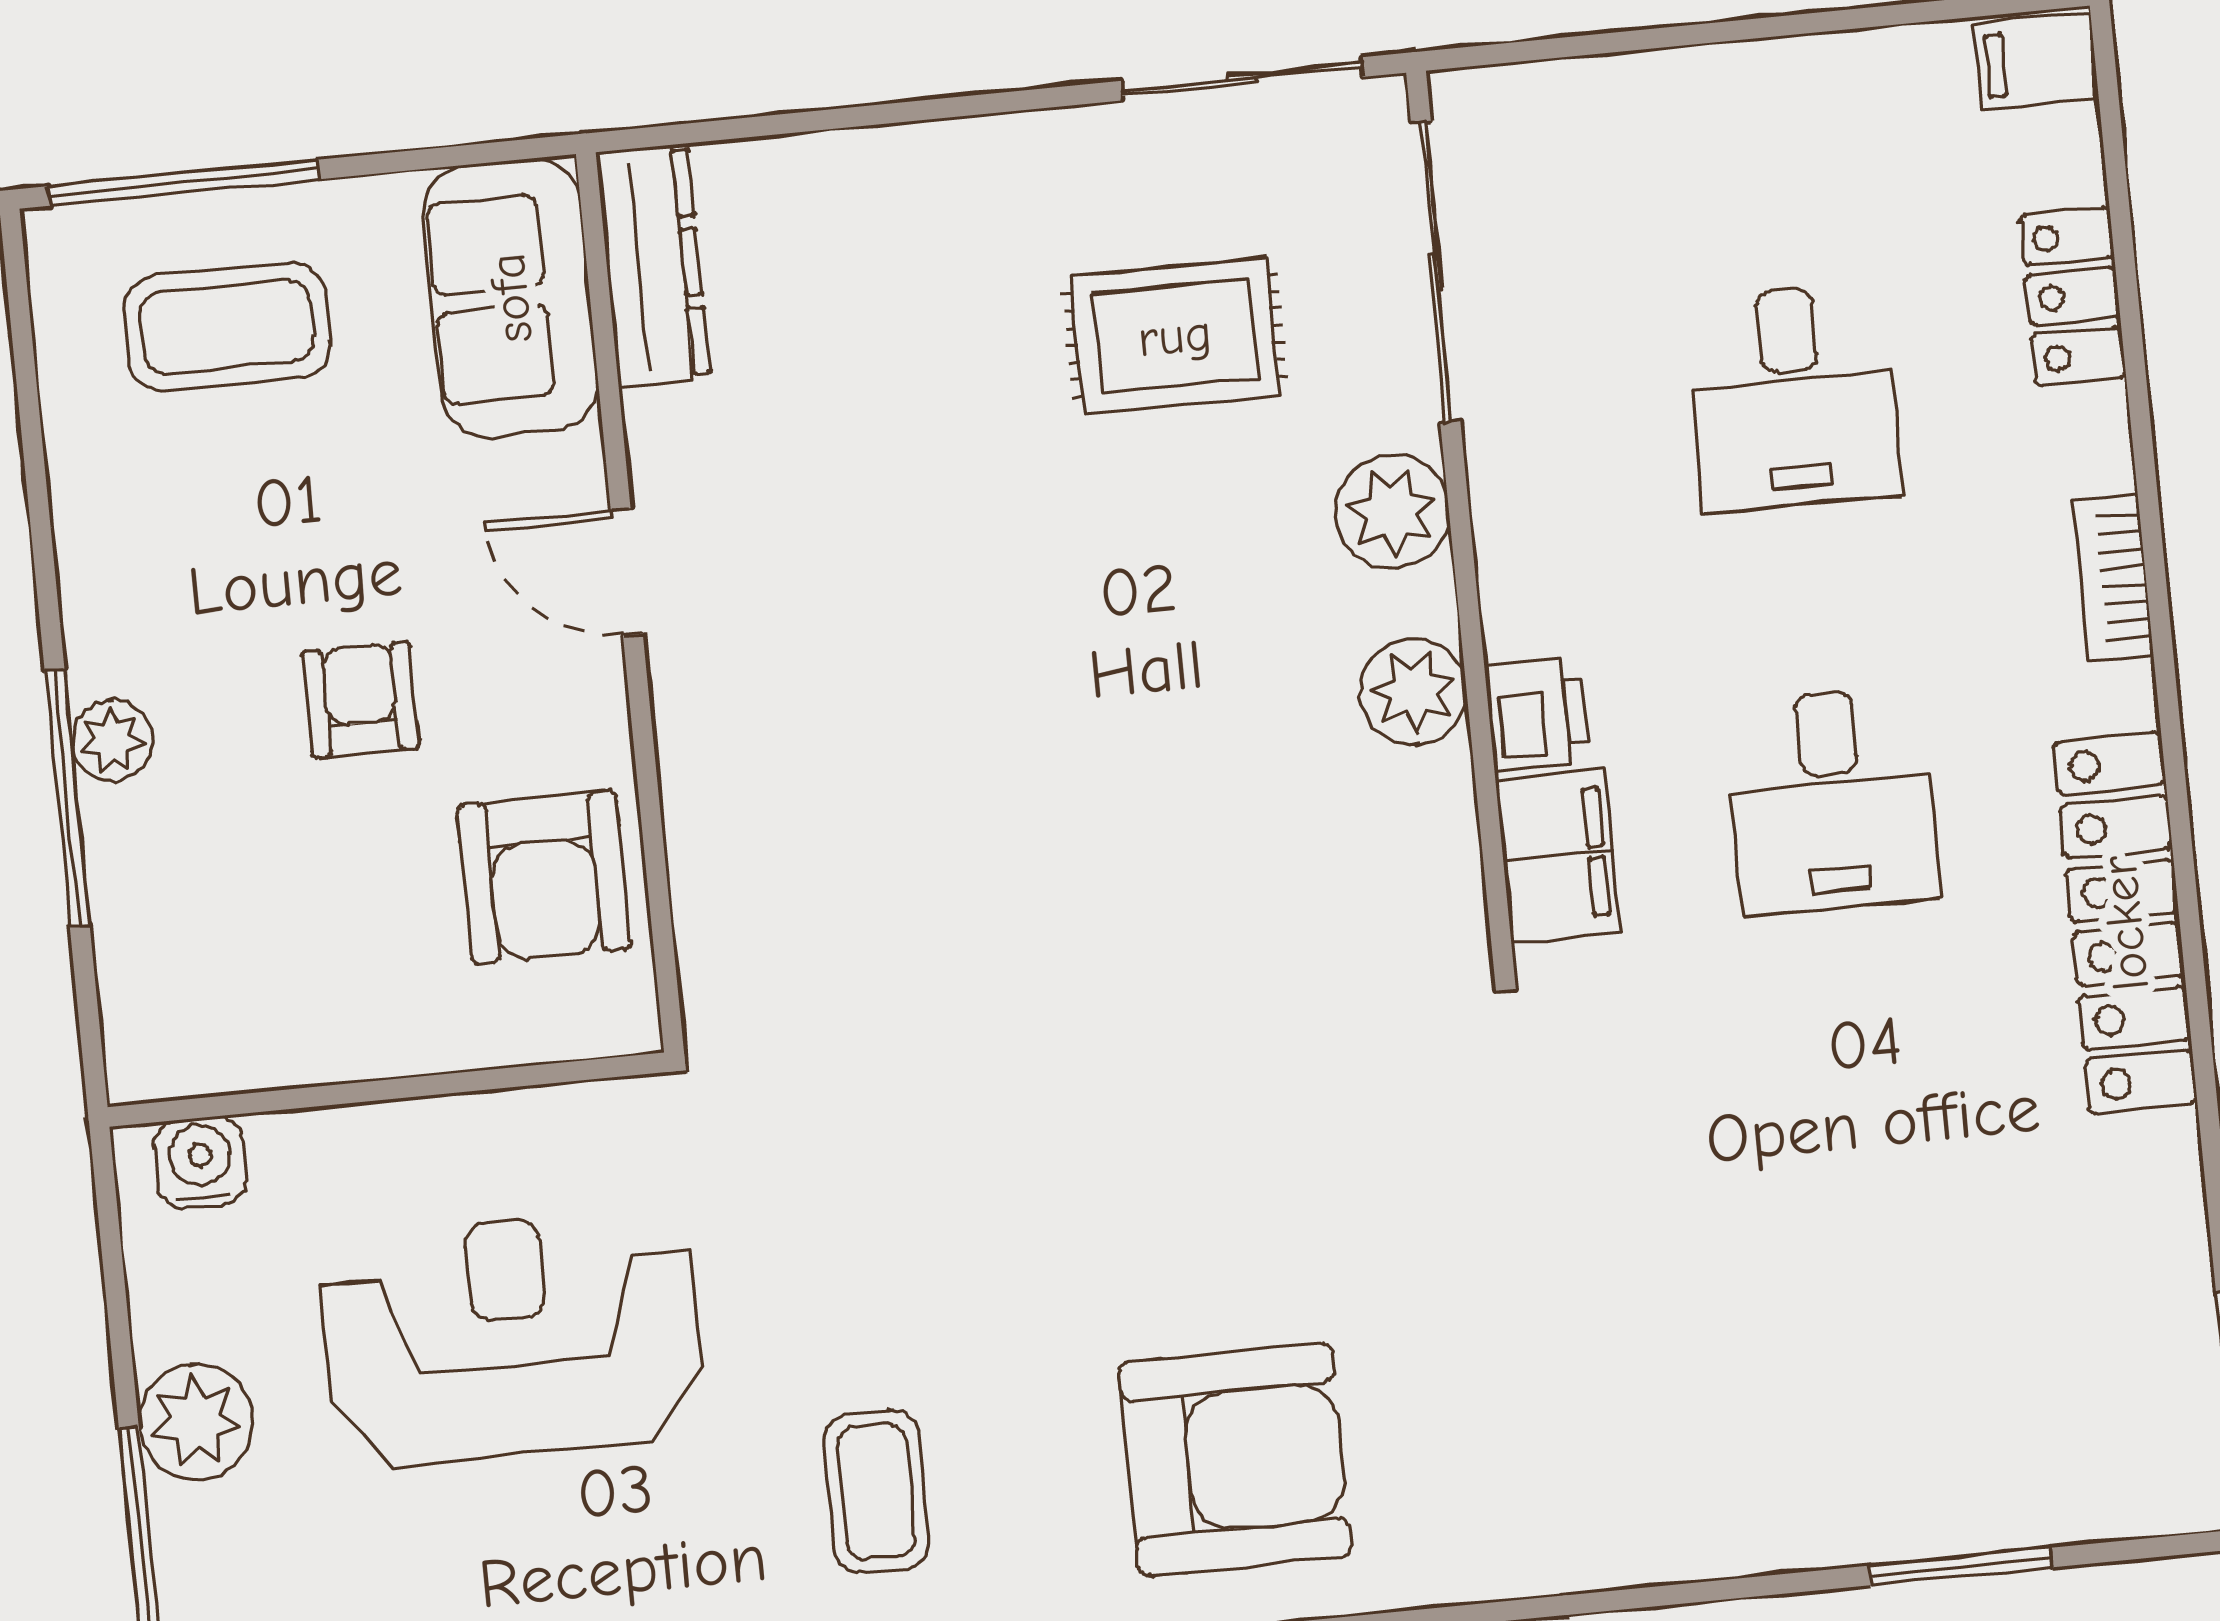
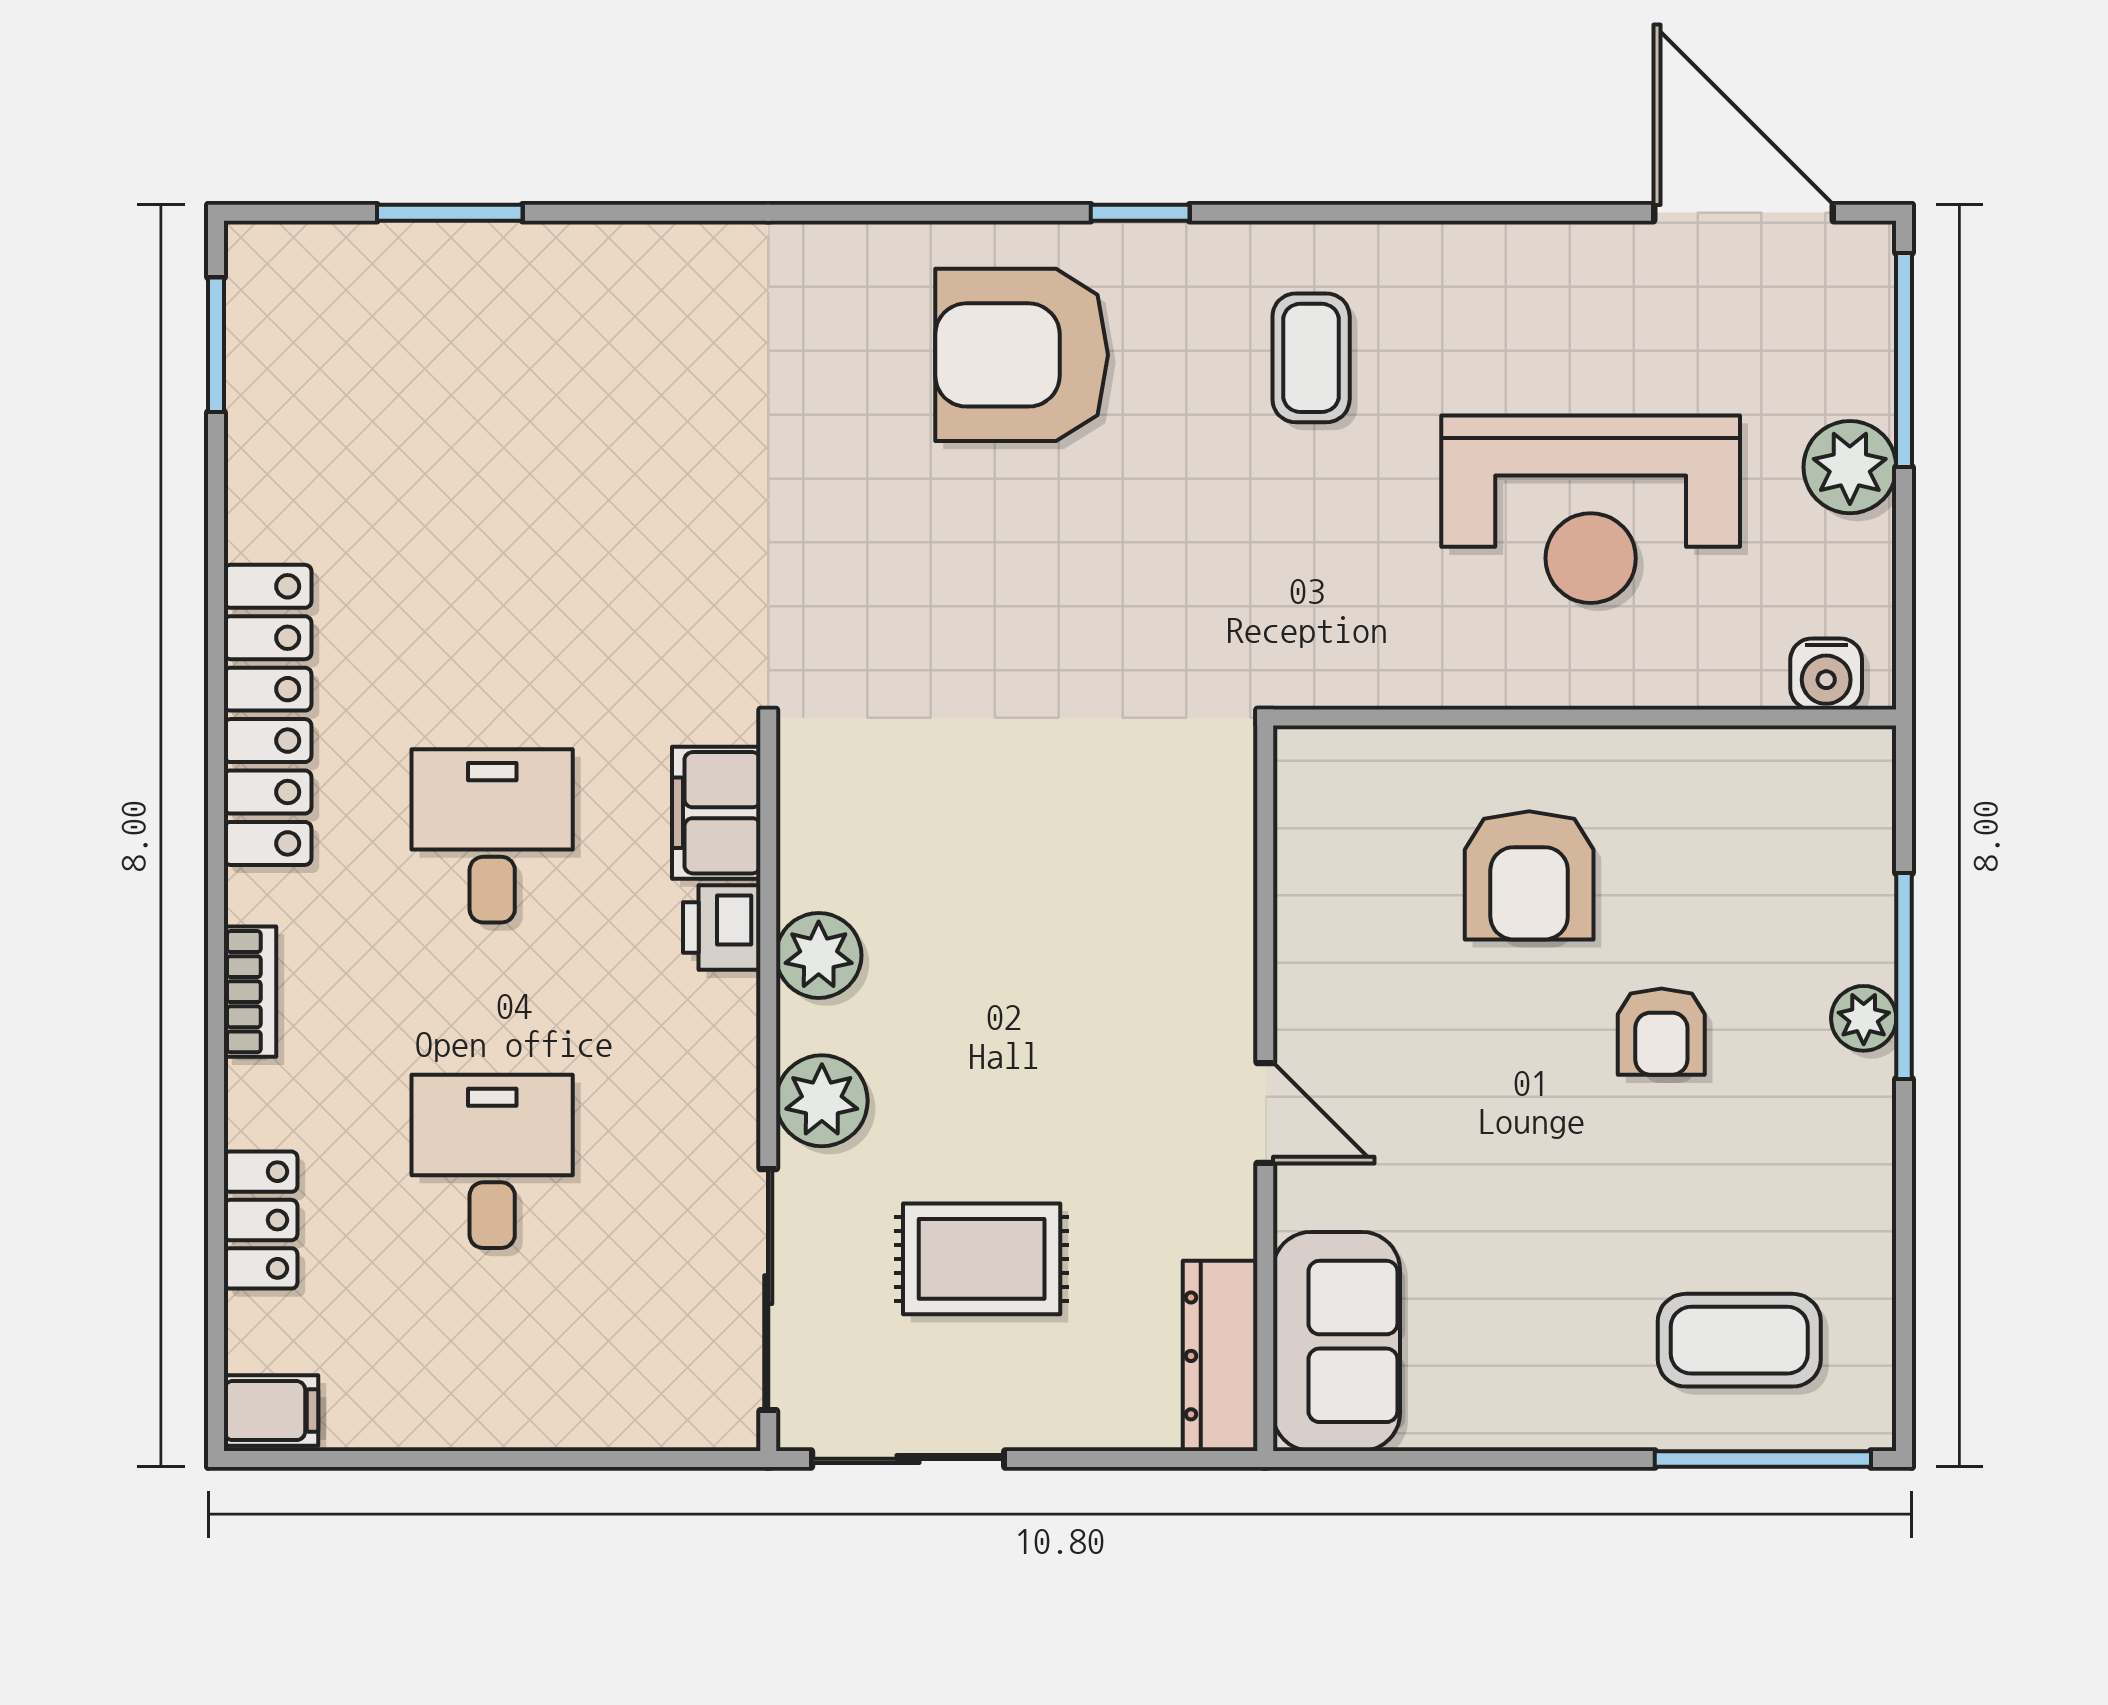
dresser: (653, 265) -> (1220, 1356), moved
sofa: (511, 298) -> (1336, 1341), moved
door: (627, 572) -> (1265, 1113), moved
wall: (630, 602) -> (1265, 1088), moved
armchair: (544, 877) -> (1529, 875), turned 180

